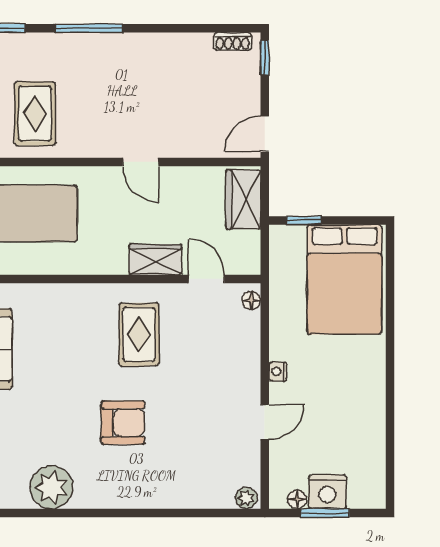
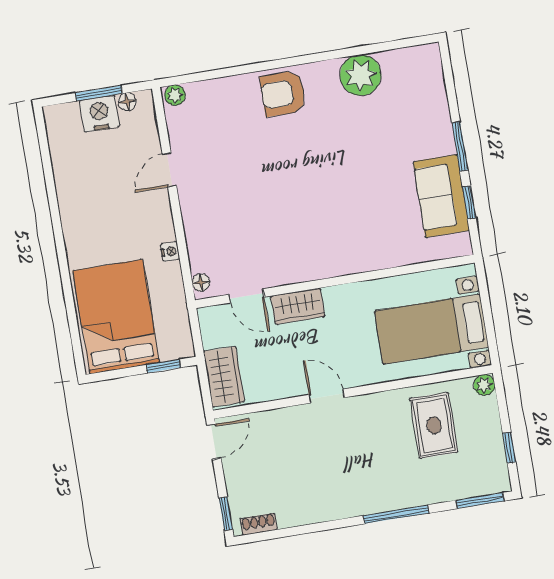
rug: (139, 334) -> (302, 233), removed
nightstand: (278, 372) -> (170, 251), moved
armchair: (123, 423) -> (283, 94), moved

